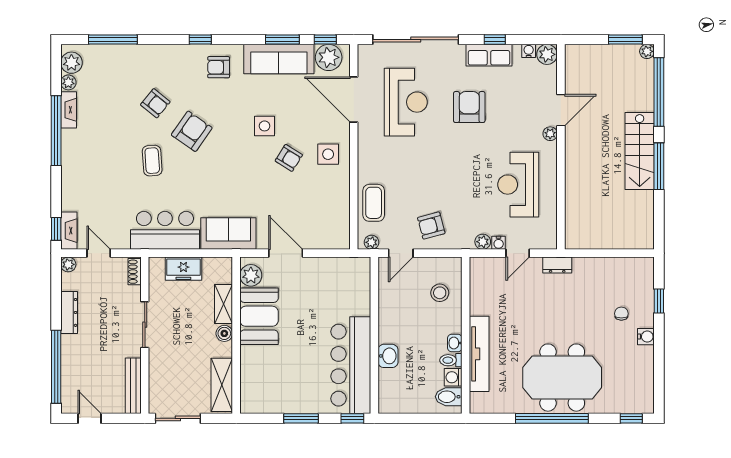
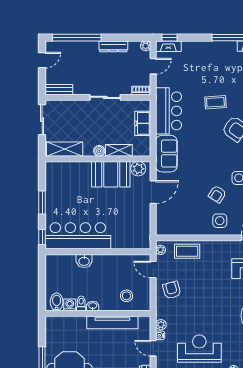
tv unit: (479, 354) -> (112, 322), moved
bench: (133, 386) -> (59, 90), width x0.73

